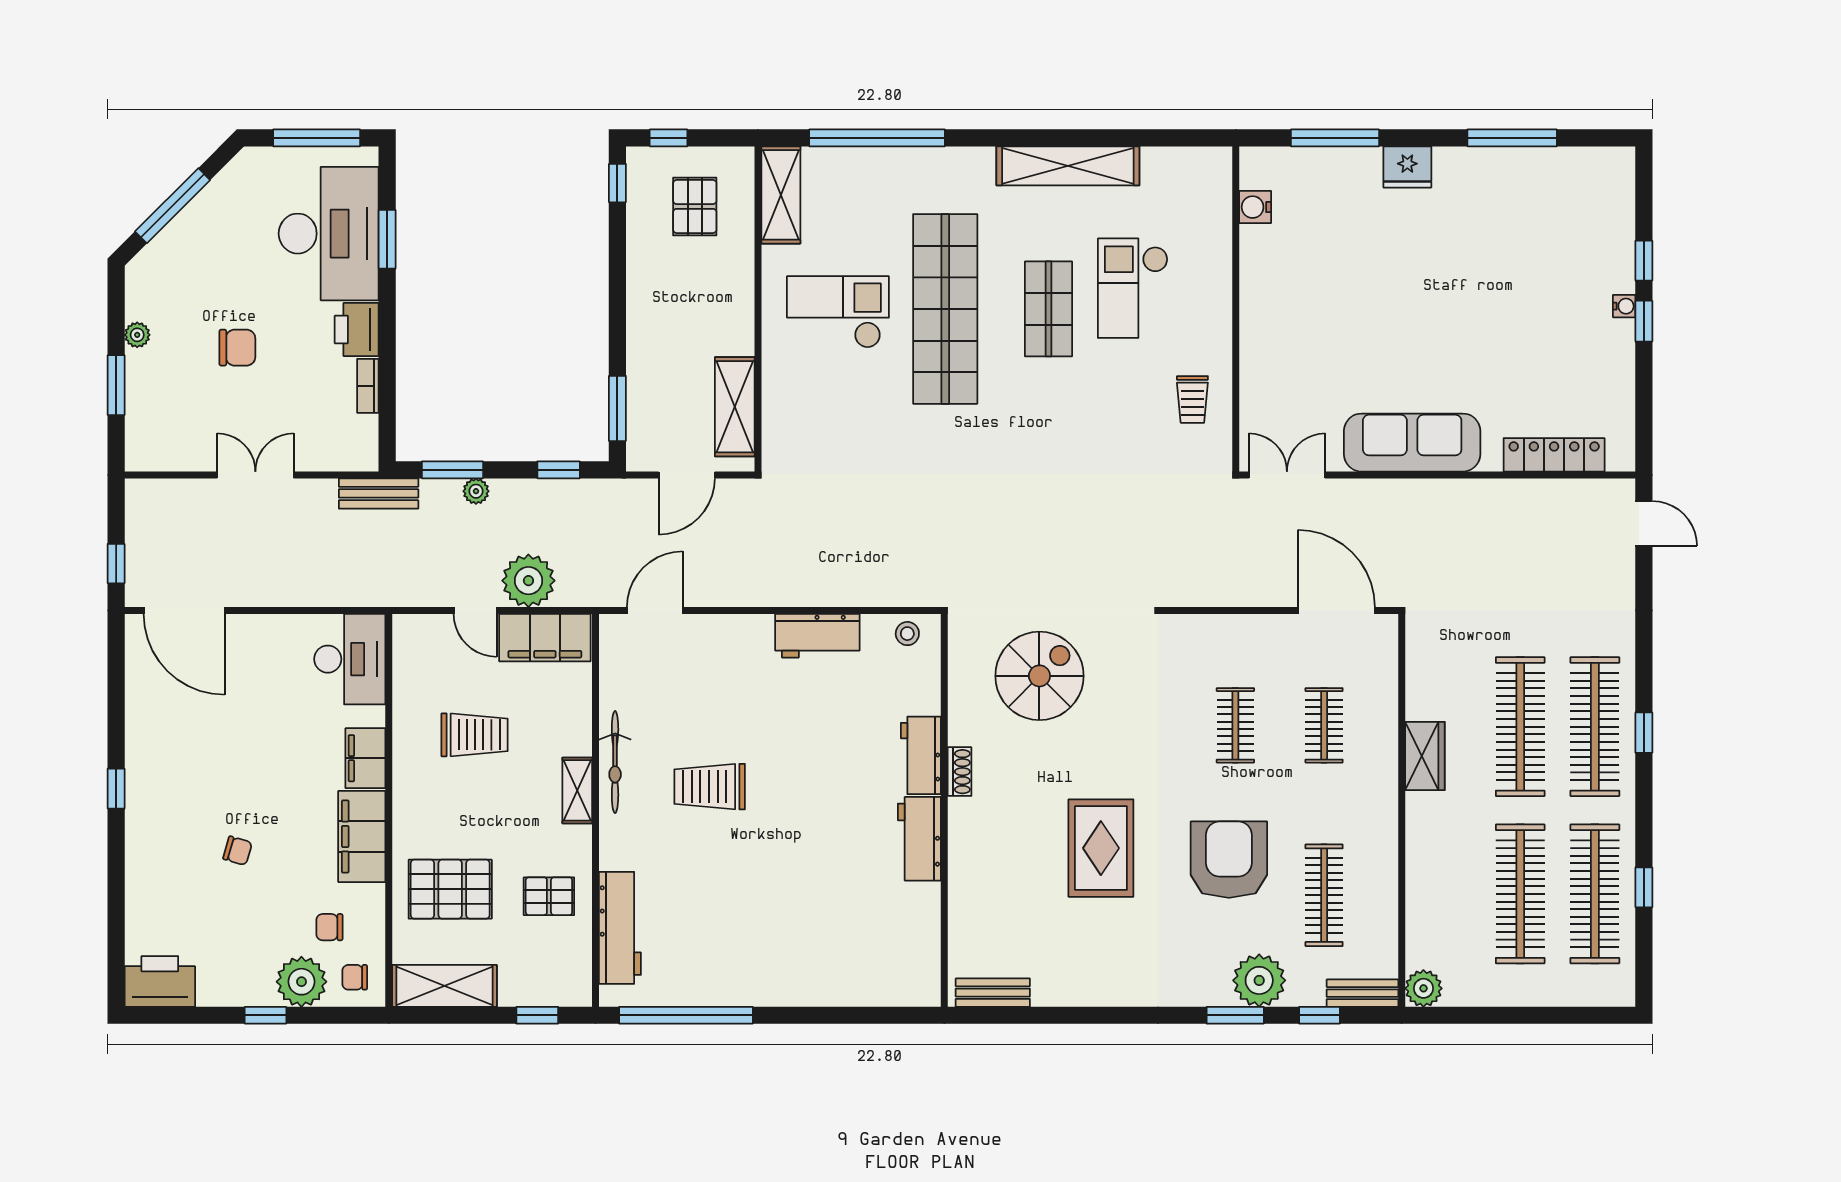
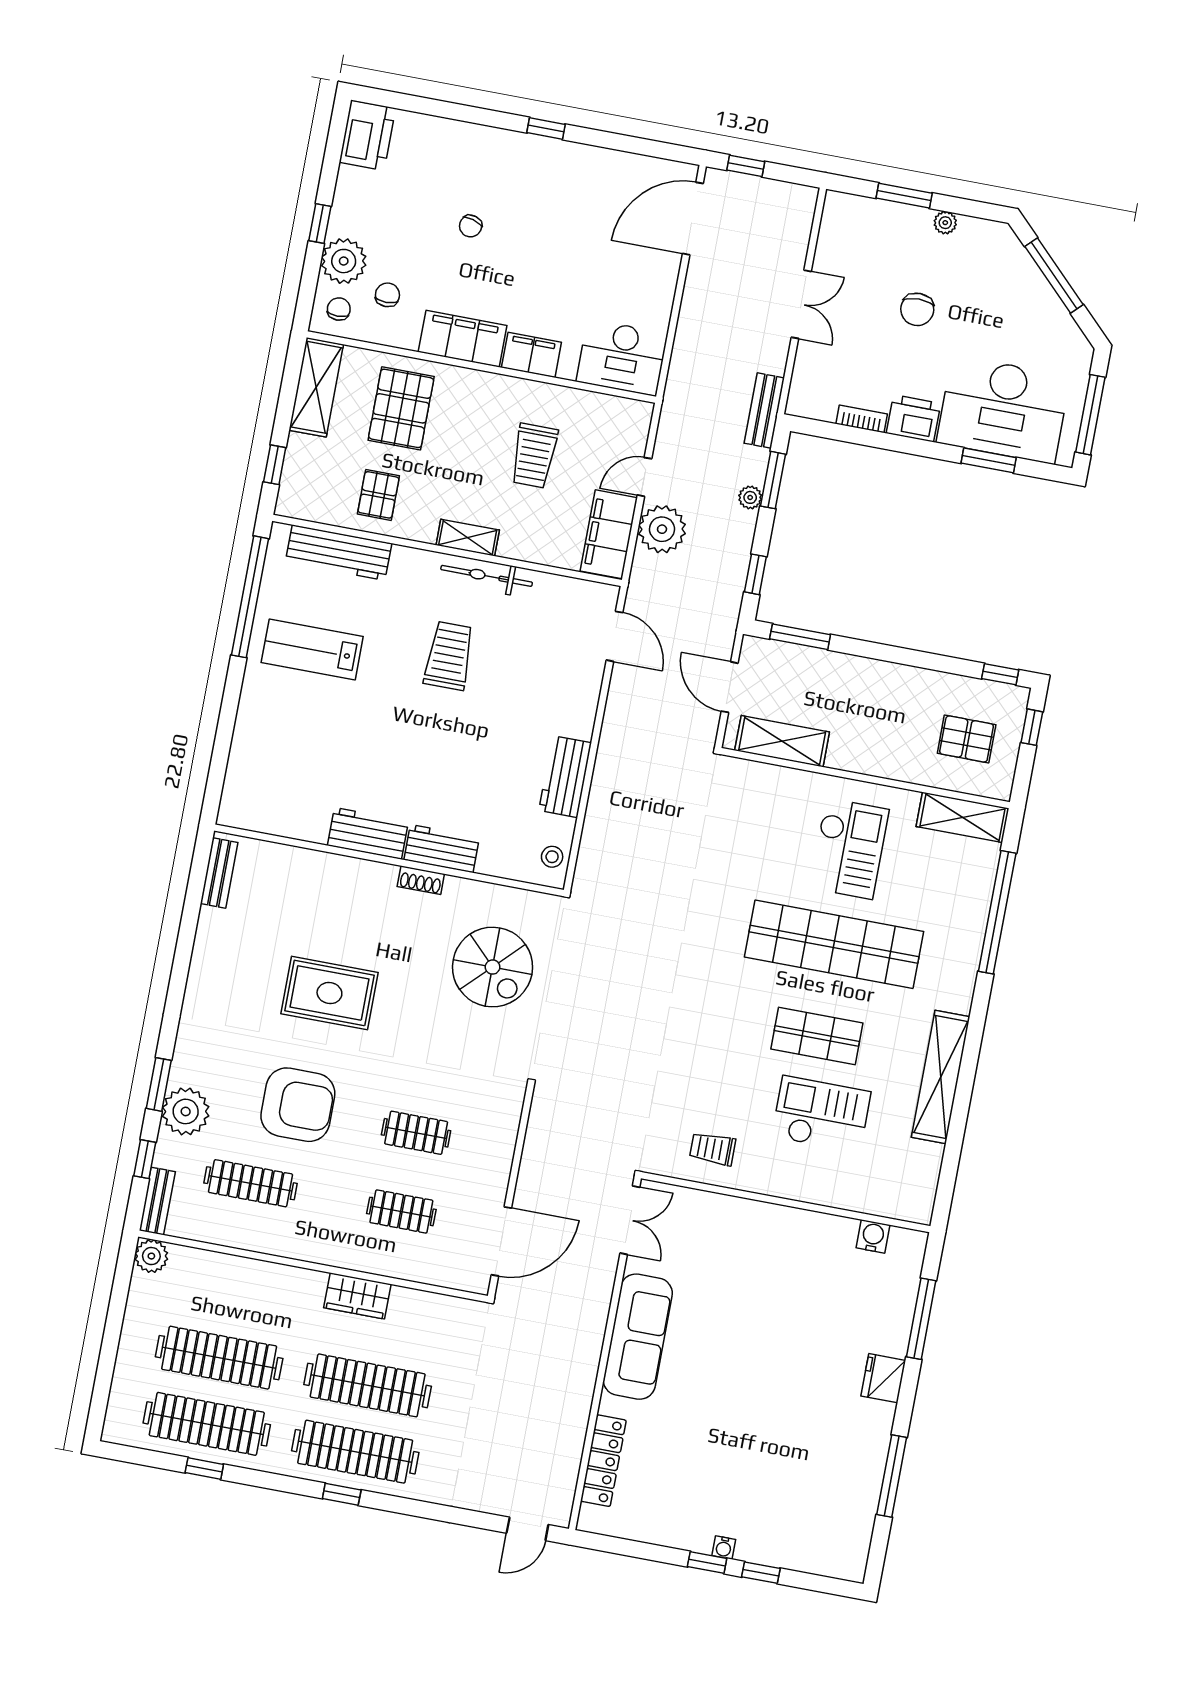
lab bench: (731, 937) -> (312, 650), added

